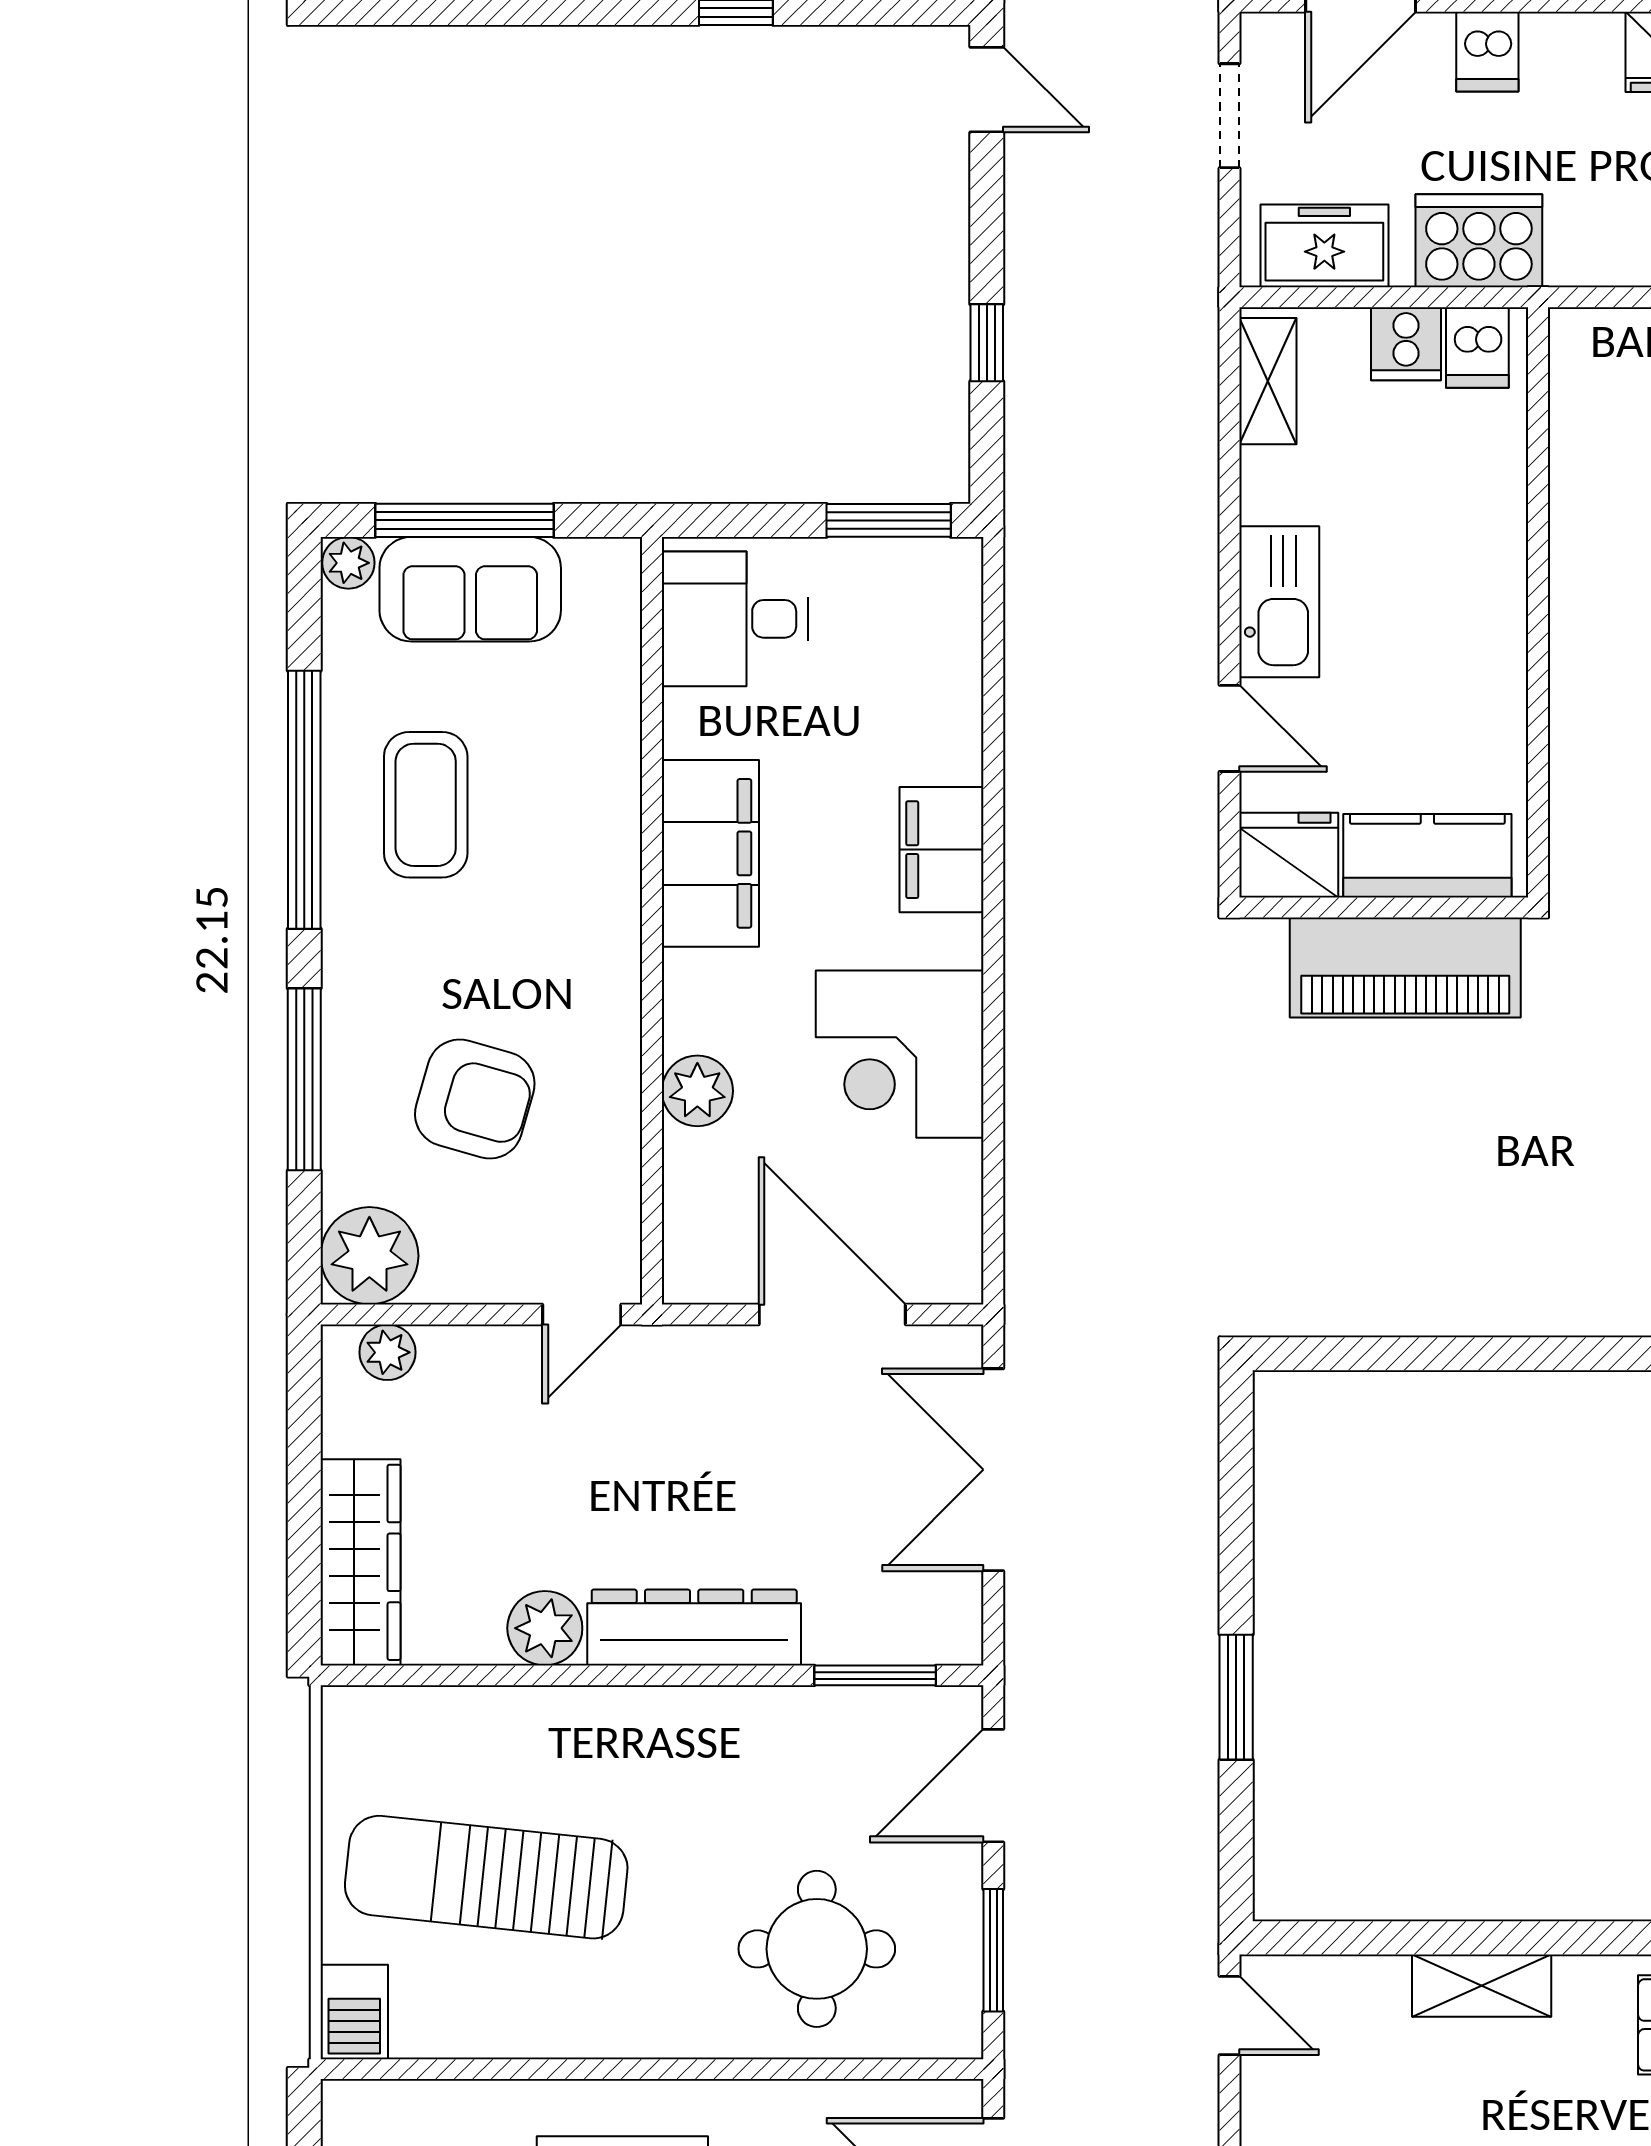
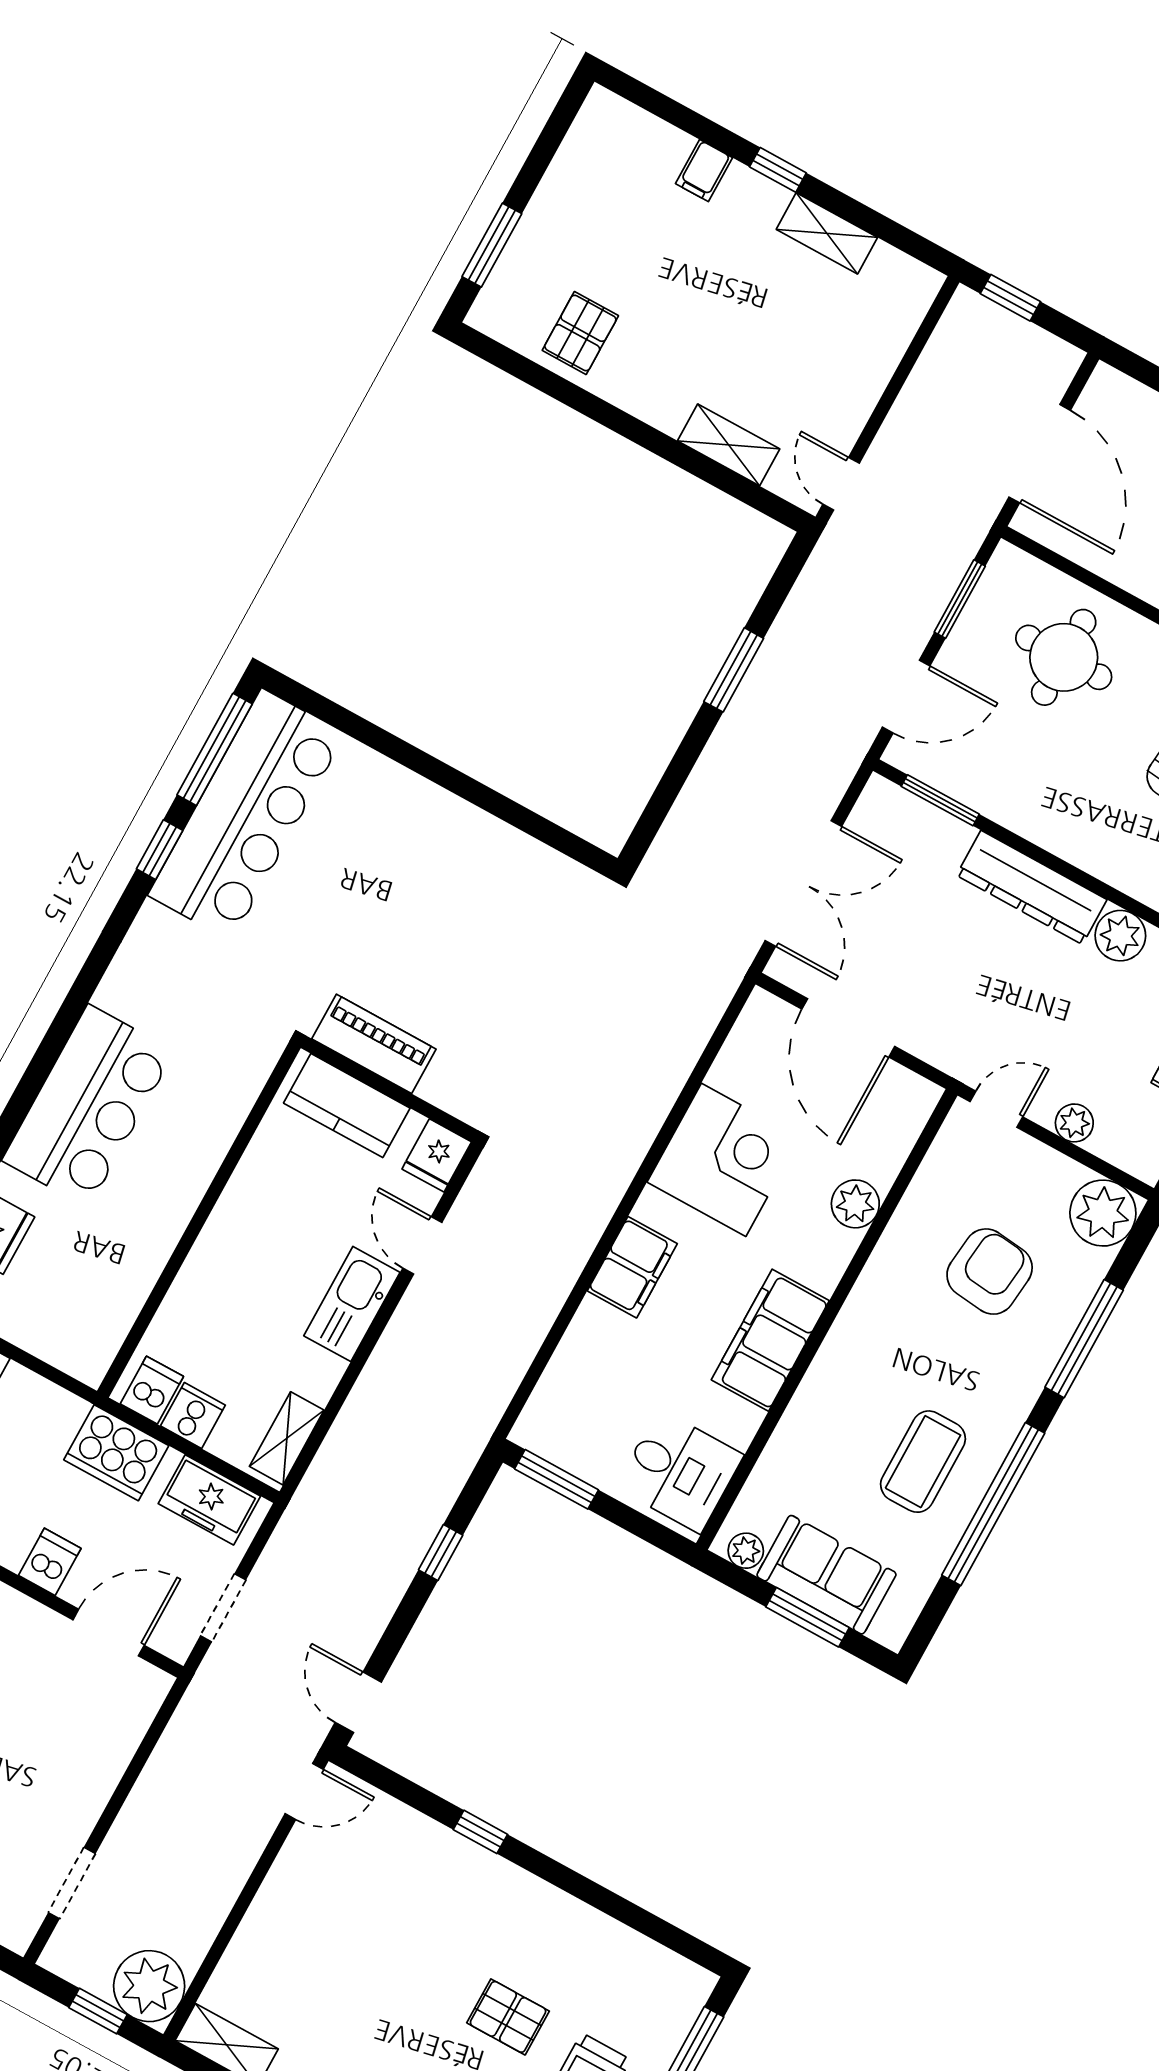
window: (465, 520) -> (807, 1617), width x0.69
plant: (348, 563) -> (746, 1551), moved
fridge: (1289, 855) -> (437, 1155), width x0.72
piano: (1405, 968) -> (374, 1044), width x0.73, depth x0.75
armchair: (475, 1099) -> (990, 1272), turned 80
plant: (388, 1352) -> (1074, 1123), moved
shelving: (1482, 1986) -> (729, 445), moved

